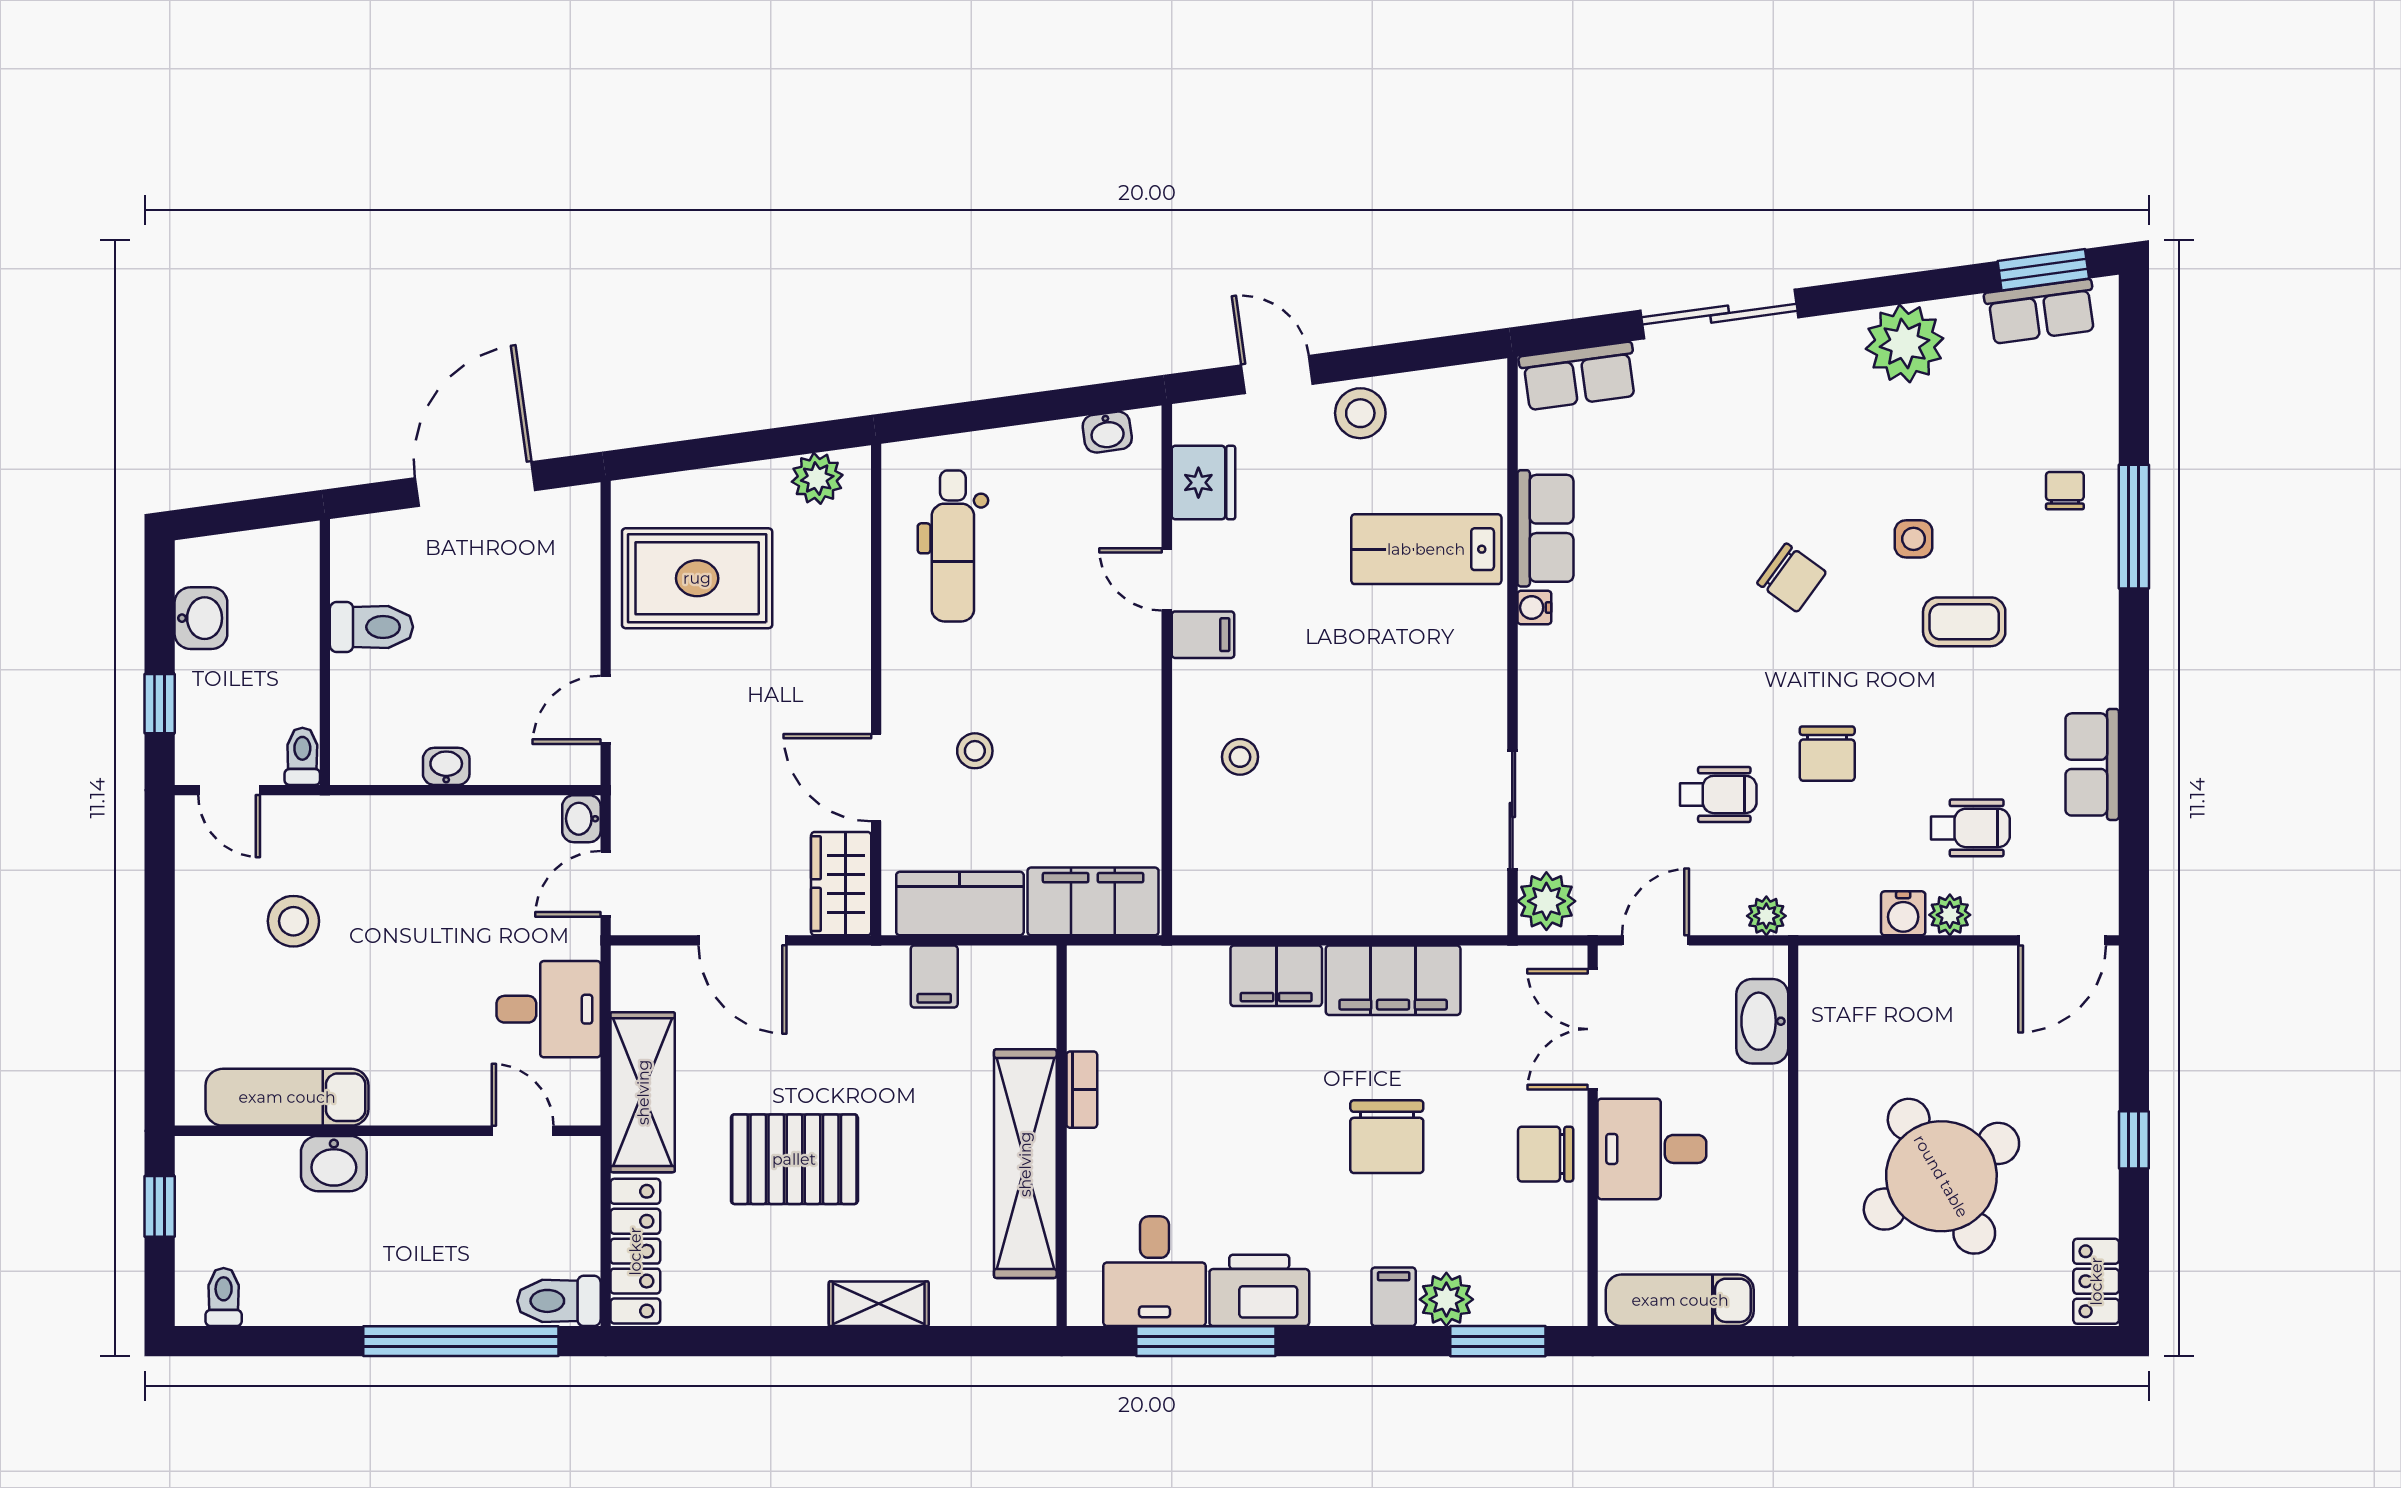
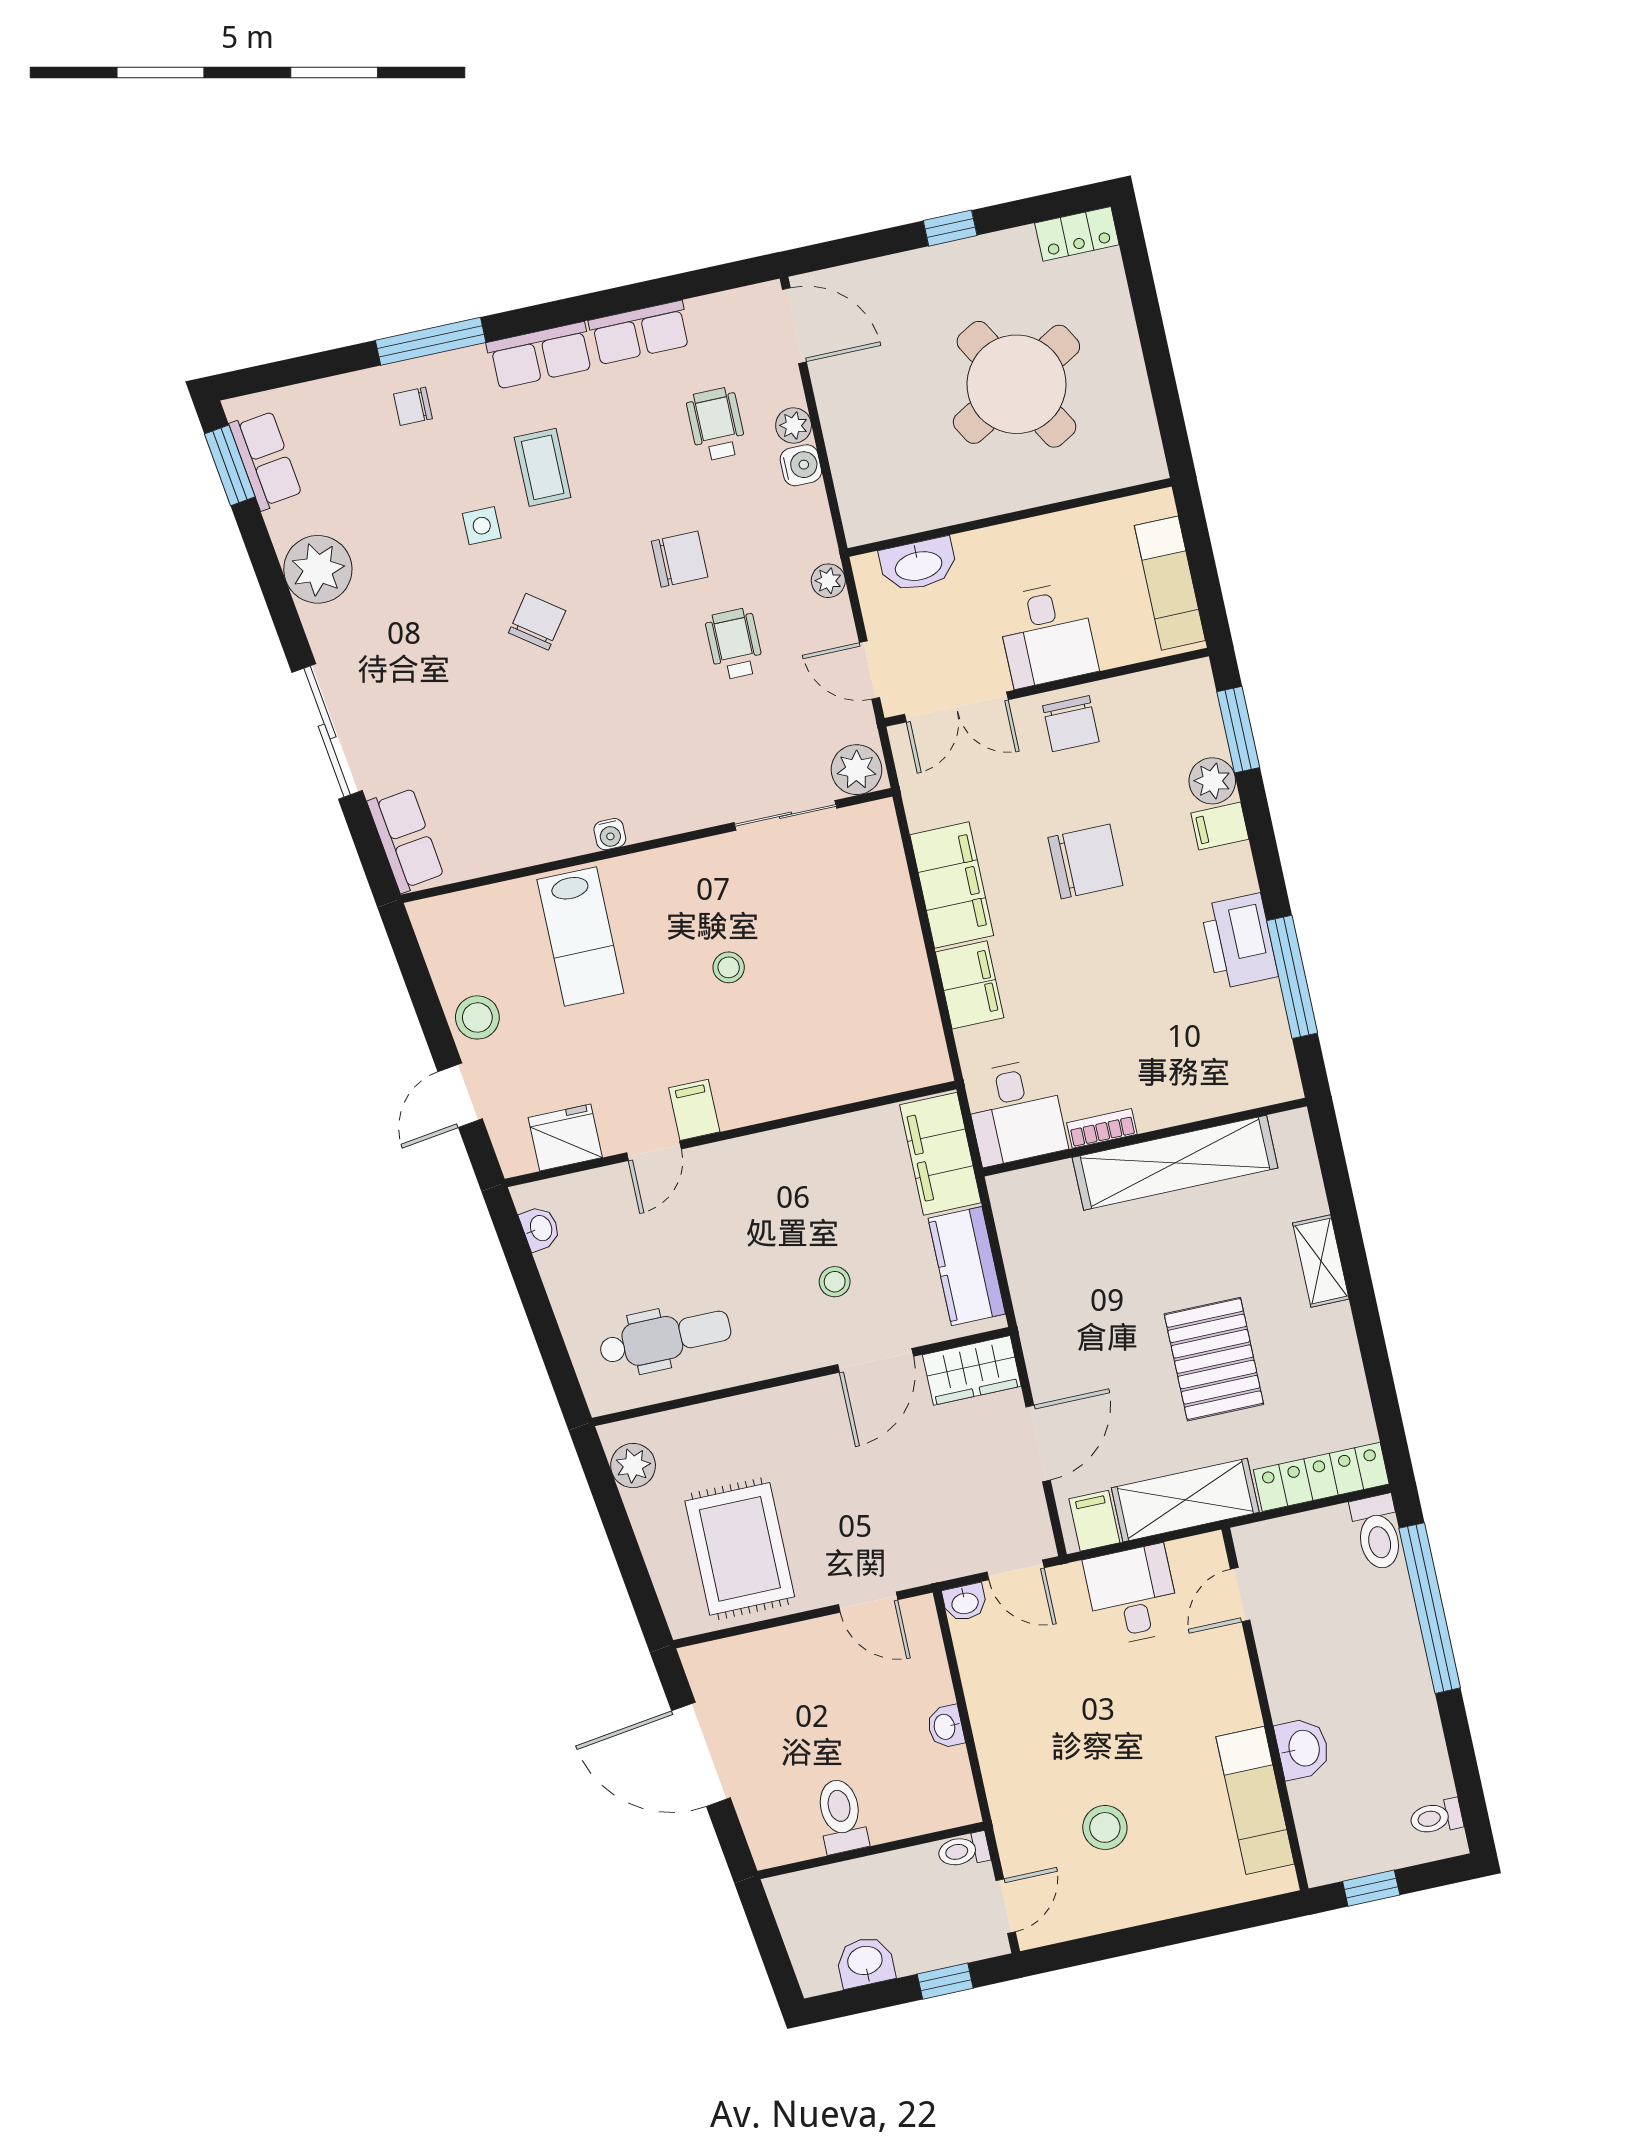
row of seats: (1545, 528) -> (540, 356), moved, turned 180
stool: (1240, 757) -> (729, 967), moved
filing cabinet: (934, 976) -> (1094, 1521), moved, turned -90
desk: (1155, 1271) -> (1016, 1112), moved, turned 90

